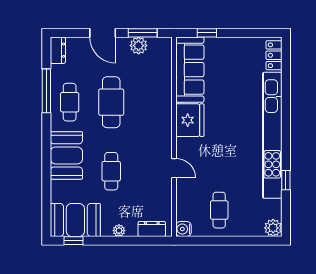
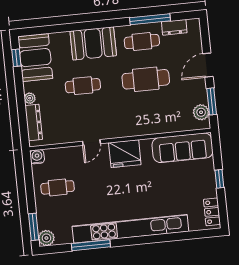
window: (207, 33) -> (219, 179), moved
plant: (139, 46) -> (201, 112), moved
dresser: (58, 50) -> (174, 27), moved
locker: (274, 55) -> (212, 212), moved, turned -90
fridge: (190, 120) -> (125, 154), moved
window: (286, 180) -> (91, 245), width x2.17
dresser: (152, 229) -> (34, 122), width x1.44
window: (260, 241) -> (34, 227), added

